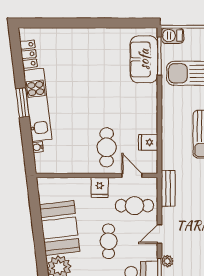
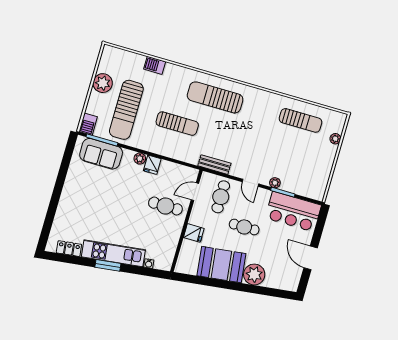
plant: (151, 104) -> (140, 159), added
fridge: (148, 142) -> (152, 165), moved
fridge: (100, 187) -> (194, 233), moved

